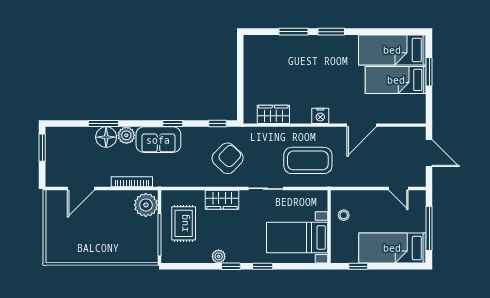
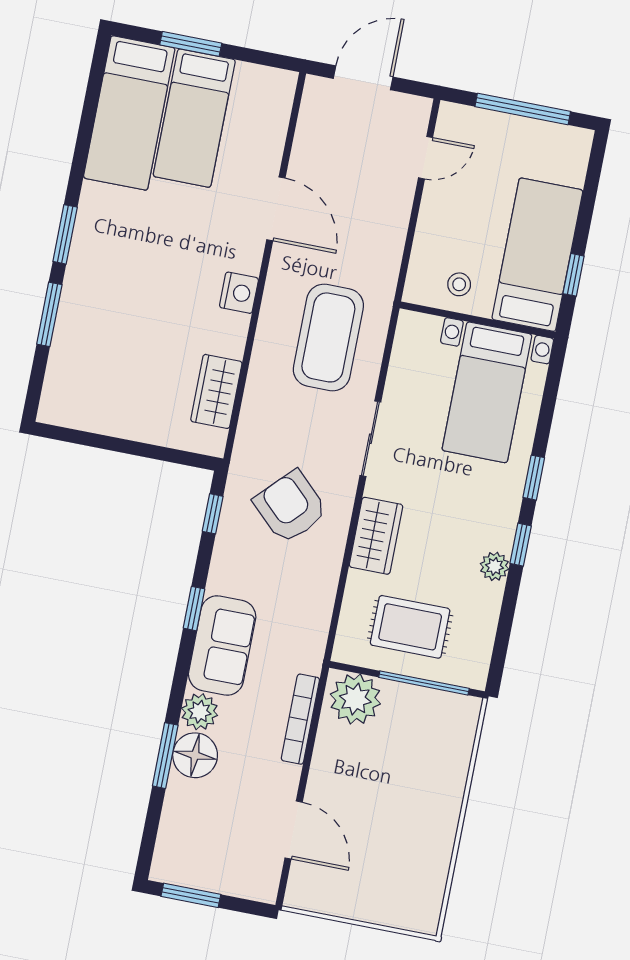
bed: (392, 248) -> (537, 255), moved, turned 180

